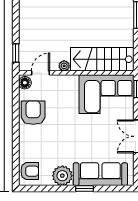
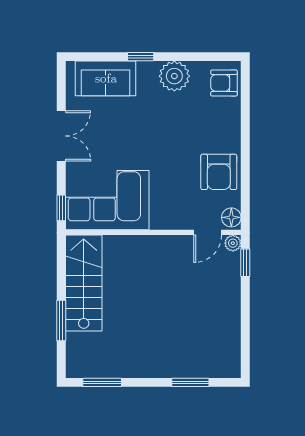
stairs: (102, 59) -> (84, 283), moved, turned -90
plant: (64, 66) -> (233, 243), moved
sofa: (100, 174) -> (106, 78), width x0.73

